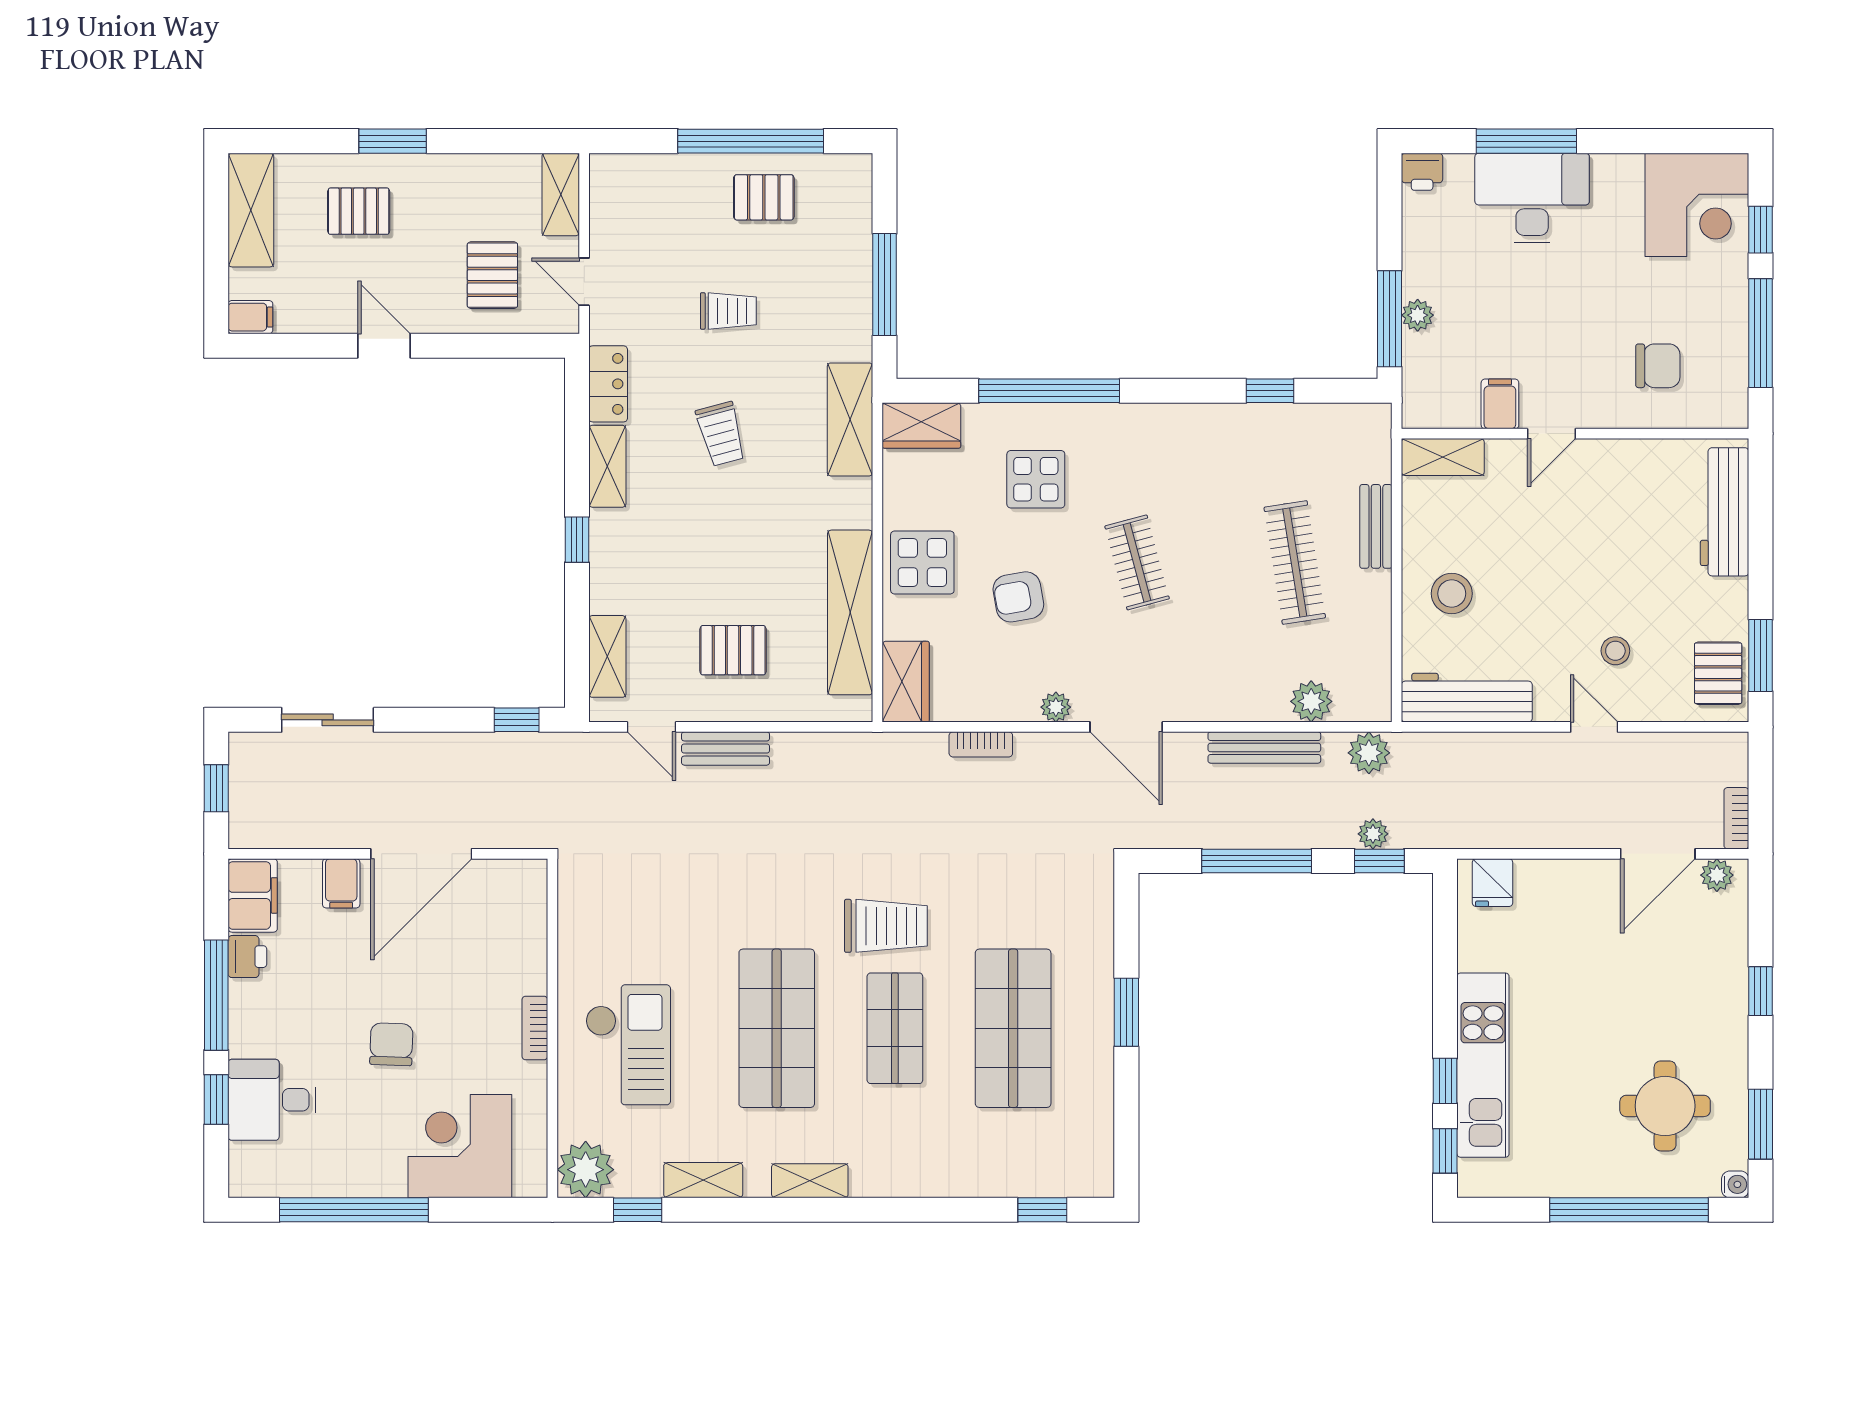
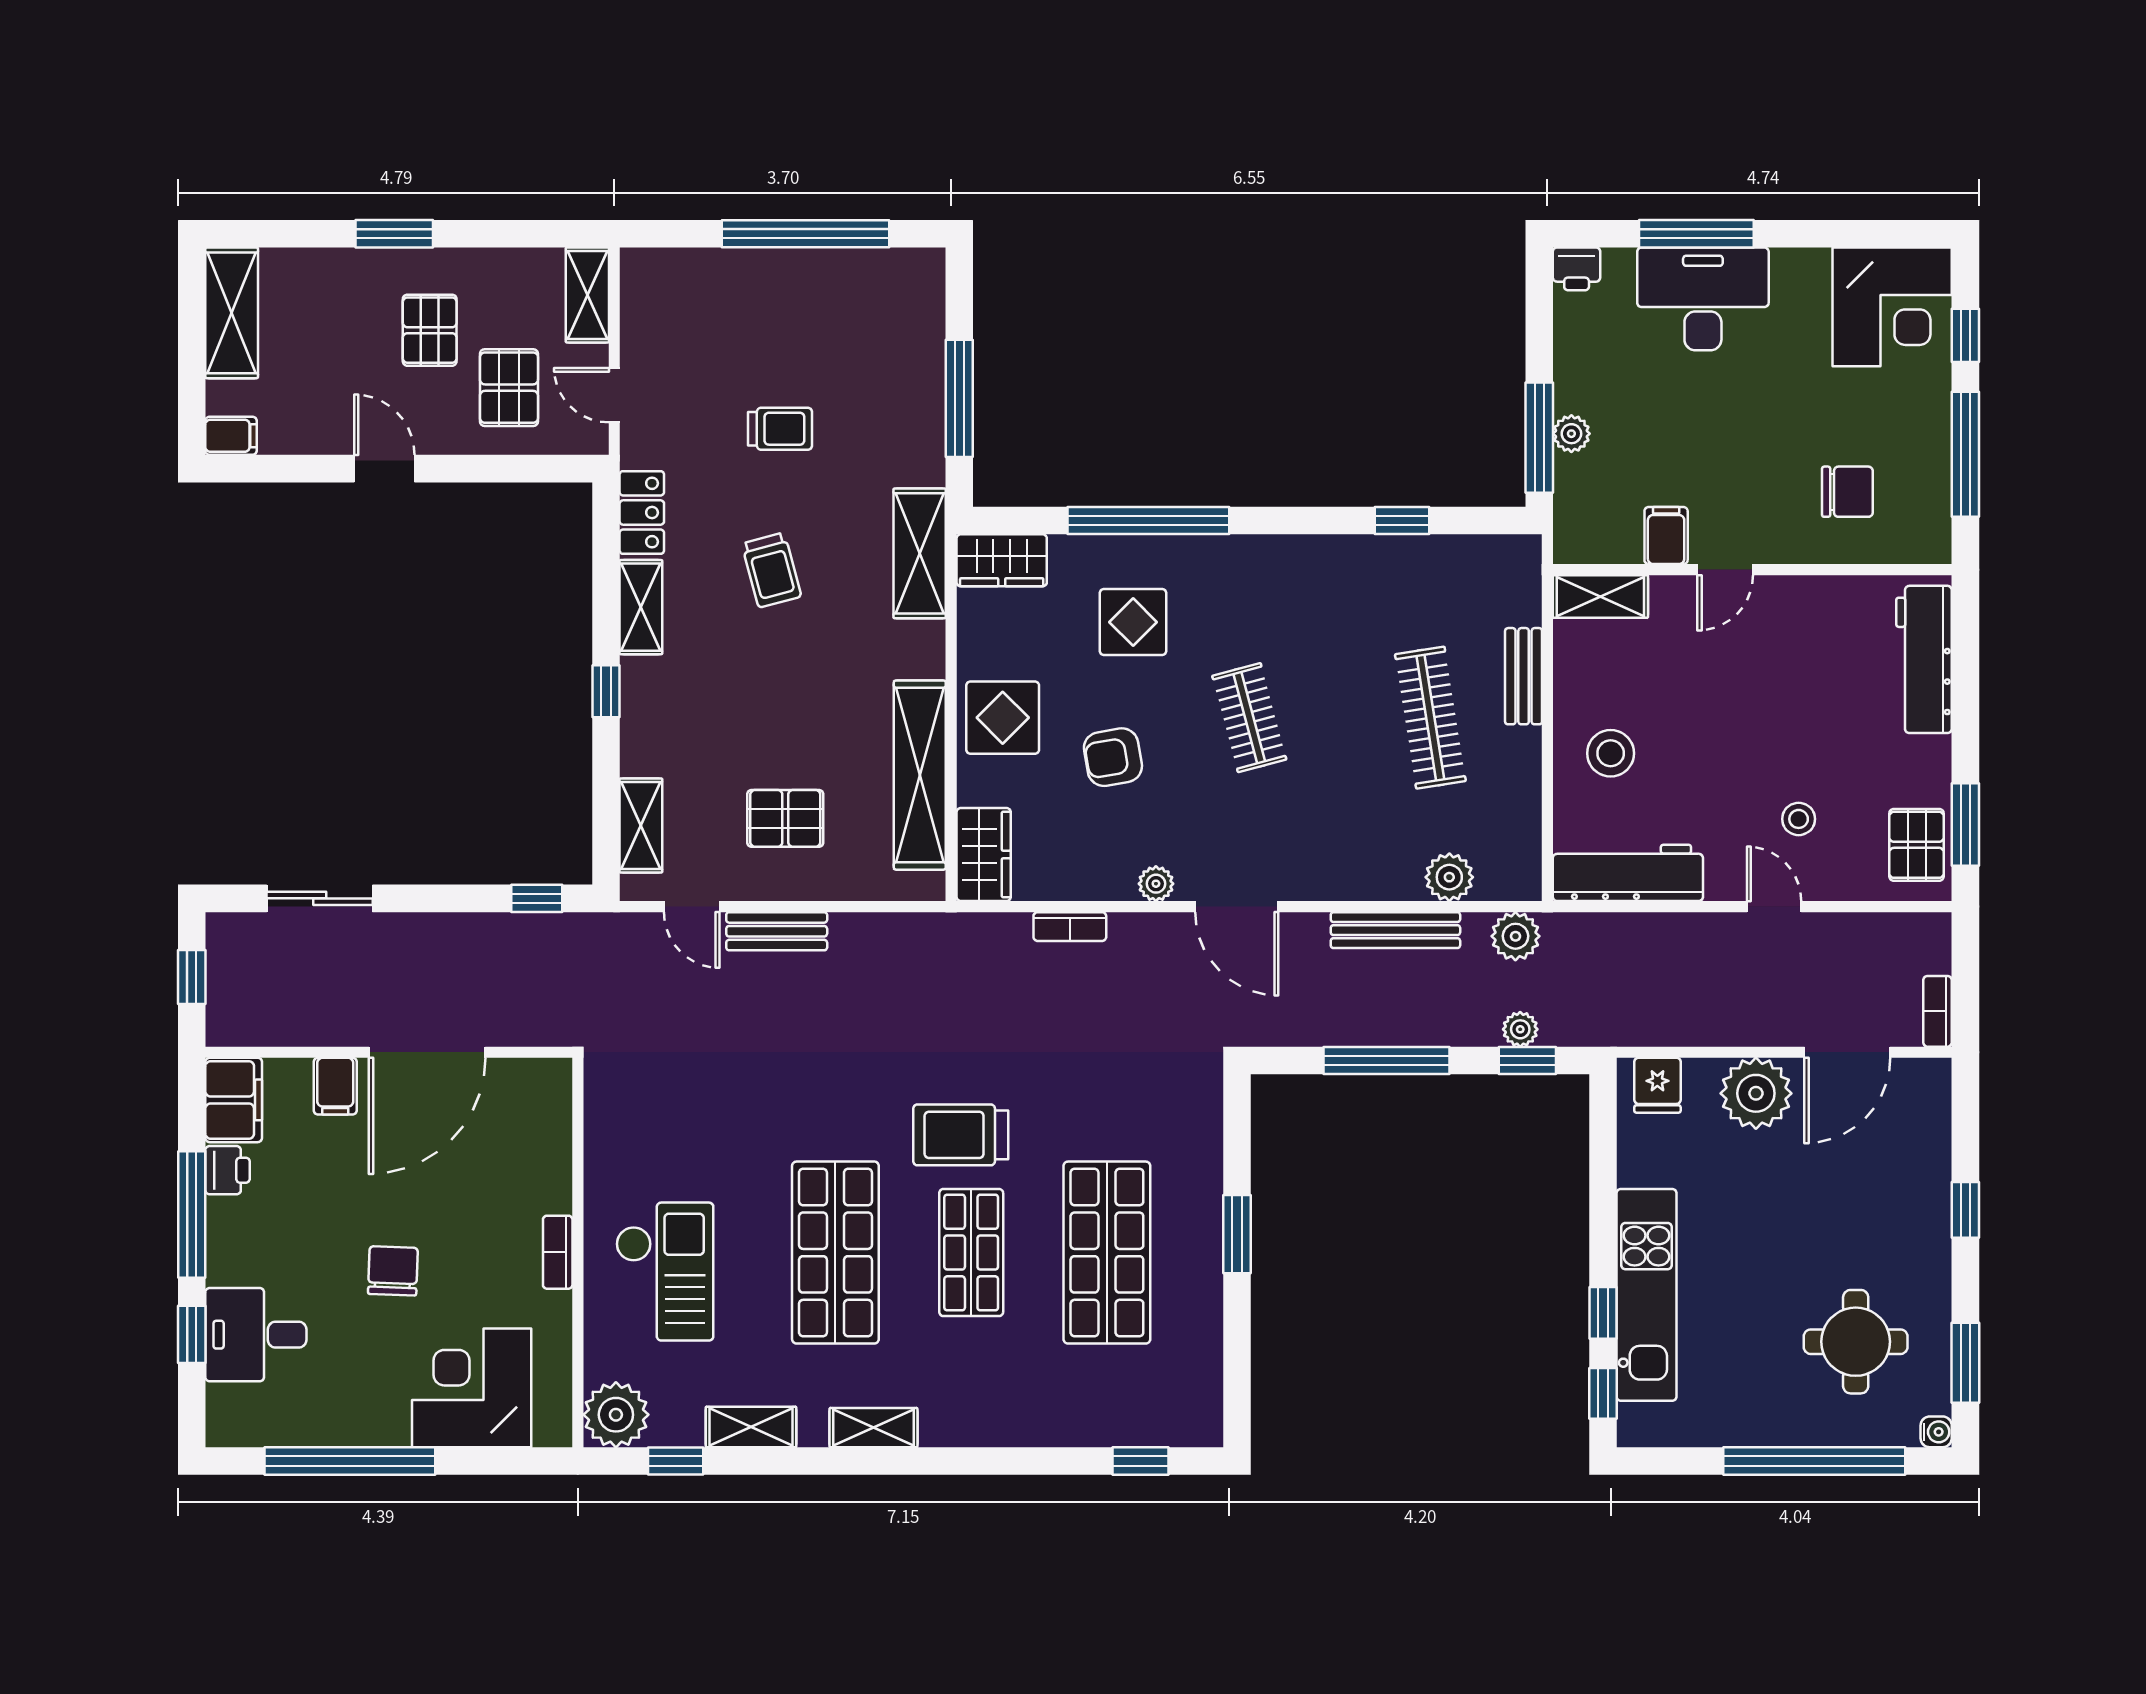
pallet: (764, 197) -> (821, 298), removed
pallet: (359, 211) -> (430, 330), moved, turned 90
plant: (1717, 875) -> (1756, 1093), moved, width x1.87, depth x1.87
trolley: (886, 926) -> (961, 1135), turned 180

